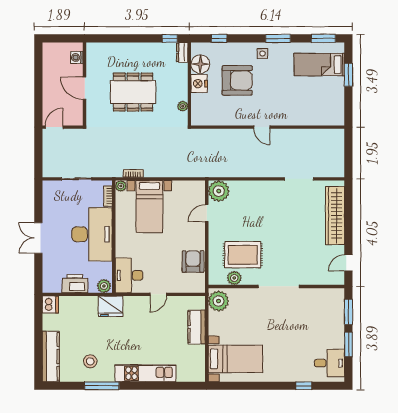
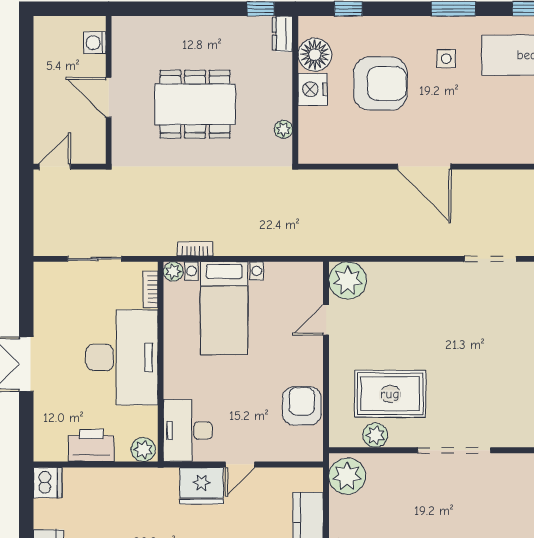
side table: (262, 53) -> (446, 59), moved
door: (262, 127) -> (424, 167), width x1.87
fridge: (111, 306) -> (202, 486), moved

